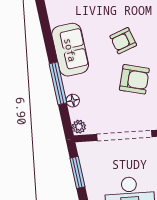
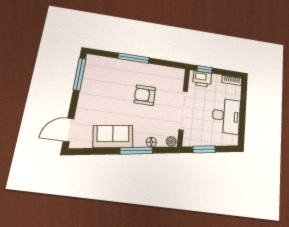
armchair: (123, 41) -> (115, 97), removed
armchair: (134, 79) -> (145, 95), turned -103

